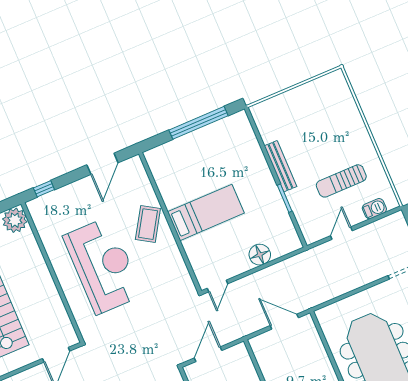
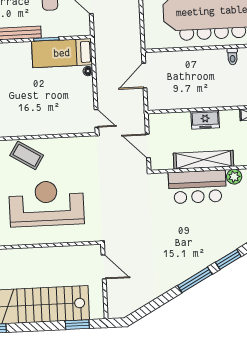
bed: (206, 212) -> (62, 53), moved, turned -90
floor lamp: (260, 255) -> (88, 71), width x0.53, depth x0.53

